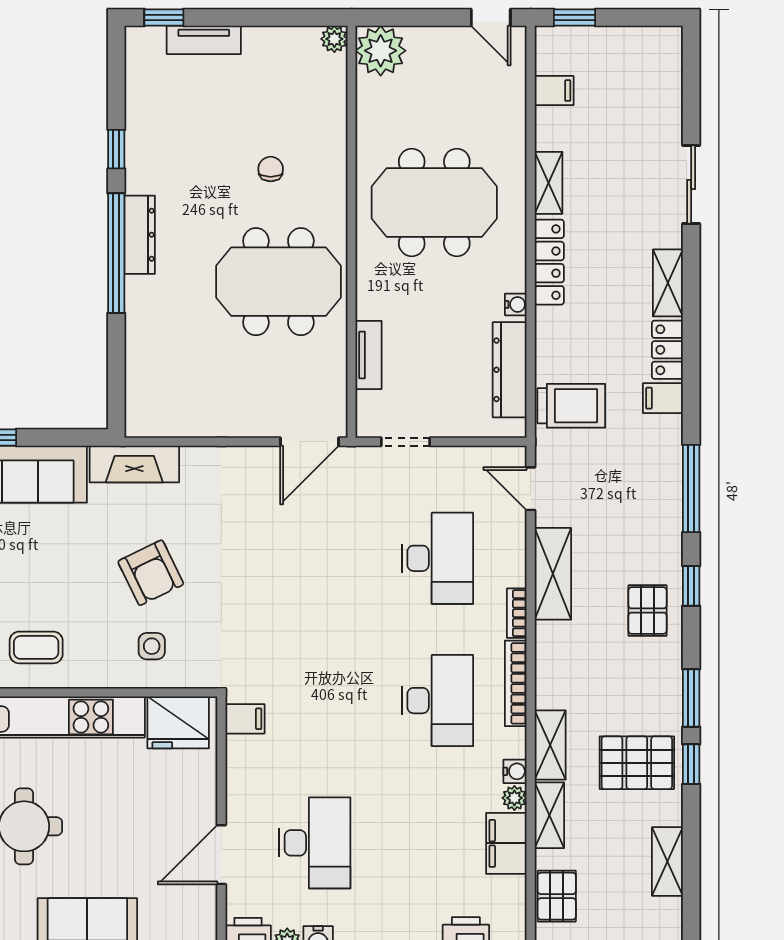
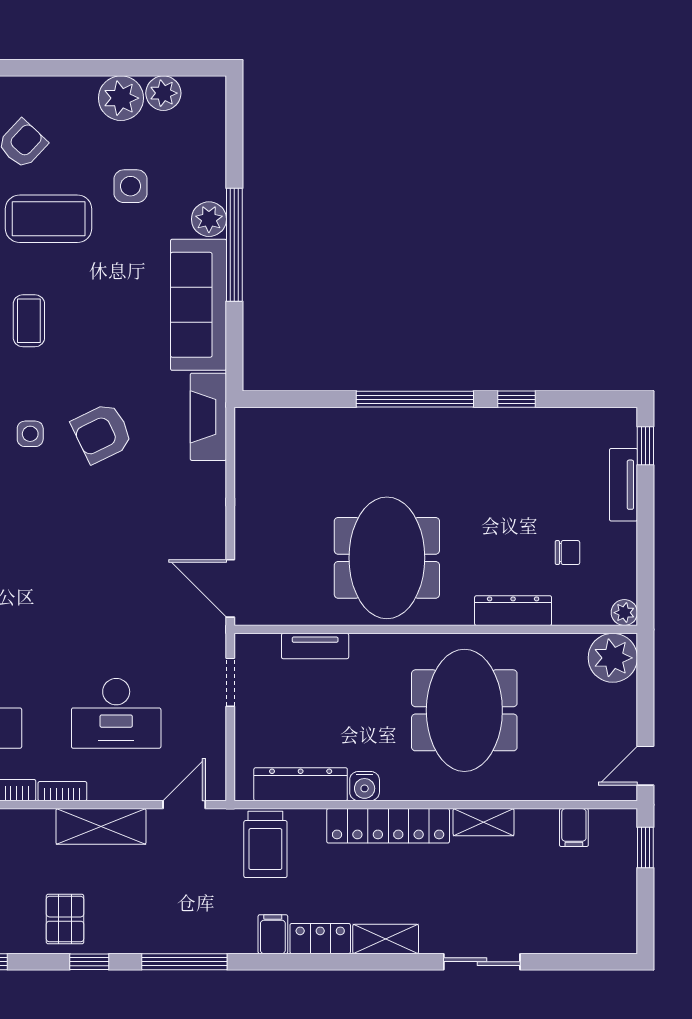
chair: (271, 169) -> (568, 553), moved
dresser: (140, 235) -> (513, 611), moved, turned 180
locker: (549, 262) -> (388, 826), width x1.41, depth x1.21
water cooler: (516, 304) -> (365, 786), width x1.38, depth x1.38
pallet: (648, 611) -> (65, 919), turned 90

